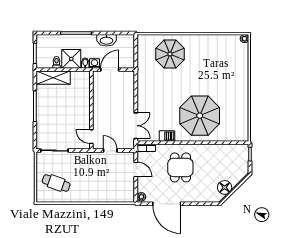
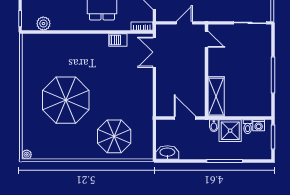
washbasin: (106, 40) -> (167, 153), moved
washing machine: (94, 63) -> (259, 125), moved
door: (110, 70) -> (185, 118), swing flipped
shelving: (53, 78) -> (216, 97), moved, turned 90
parasol: (200, 116) -> (66, 100), moved
plant: (230, 150) -> (43, 24), added
door: (110, 151) -> (184, 23), swing flipped

